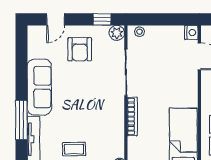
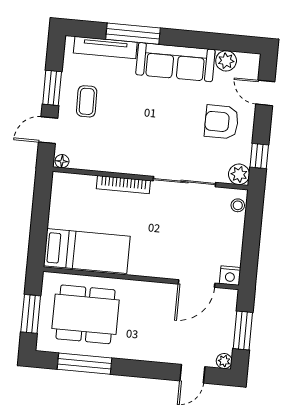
plant: (35, 50) -> (226, 61), added

